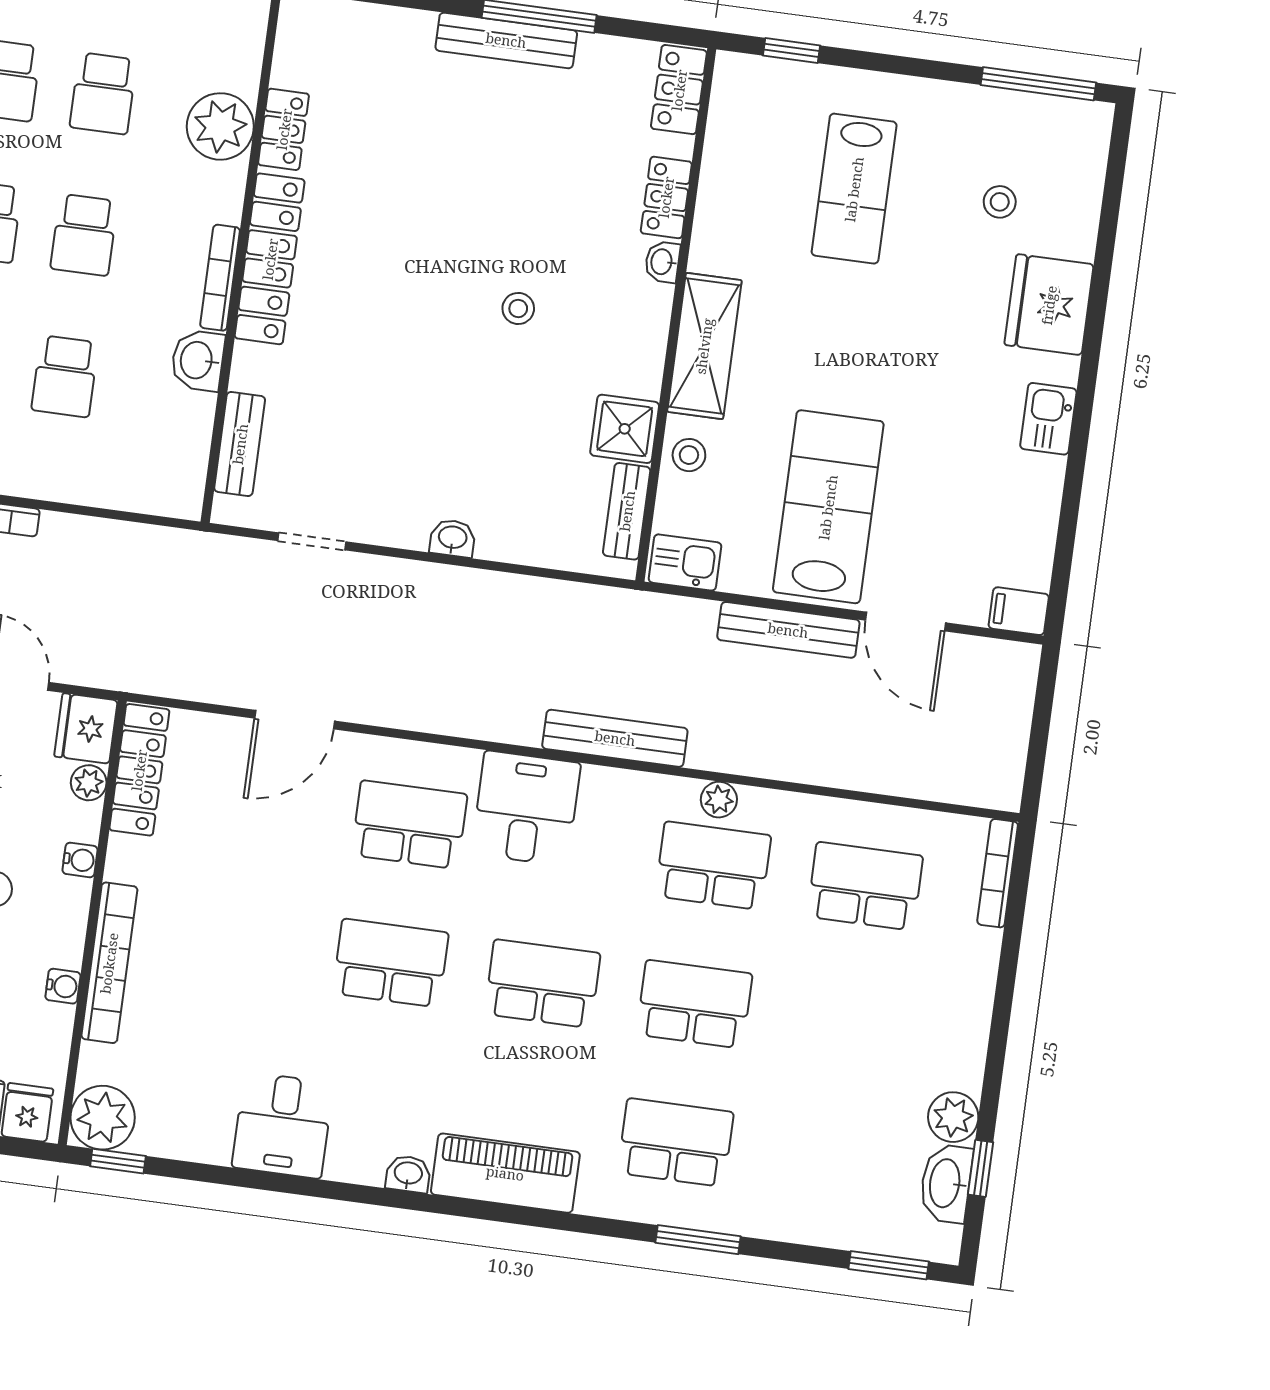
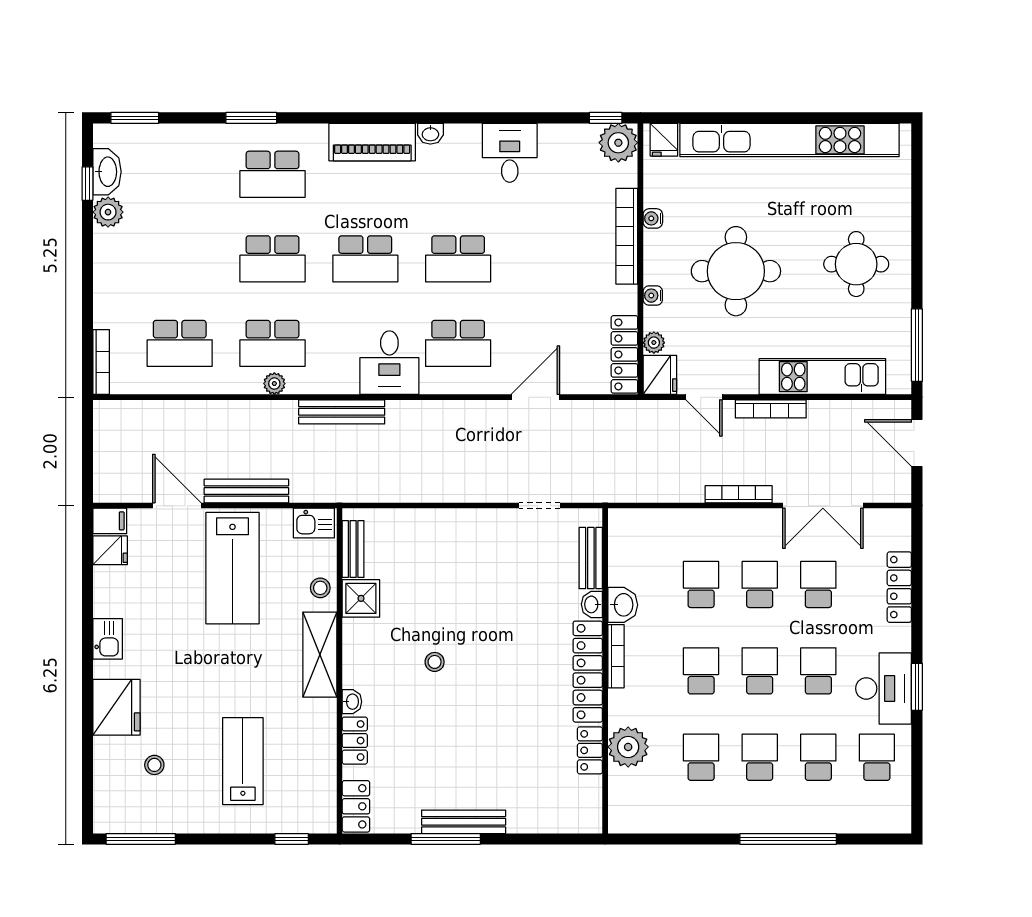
washbasin: (453, 538) -> (592, 604), moved, turned 90
fridge: (1025, 563) -> (110, 550), added

